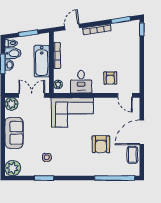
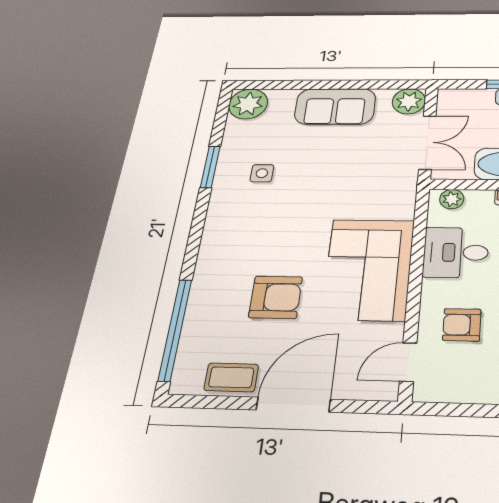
corner sofa: (72, 112) -> (368, 269), moved
door: (142, 132) -> (293, 405), hinge flipped
armchair: (101, 144) -> (276, 297), turned 180

